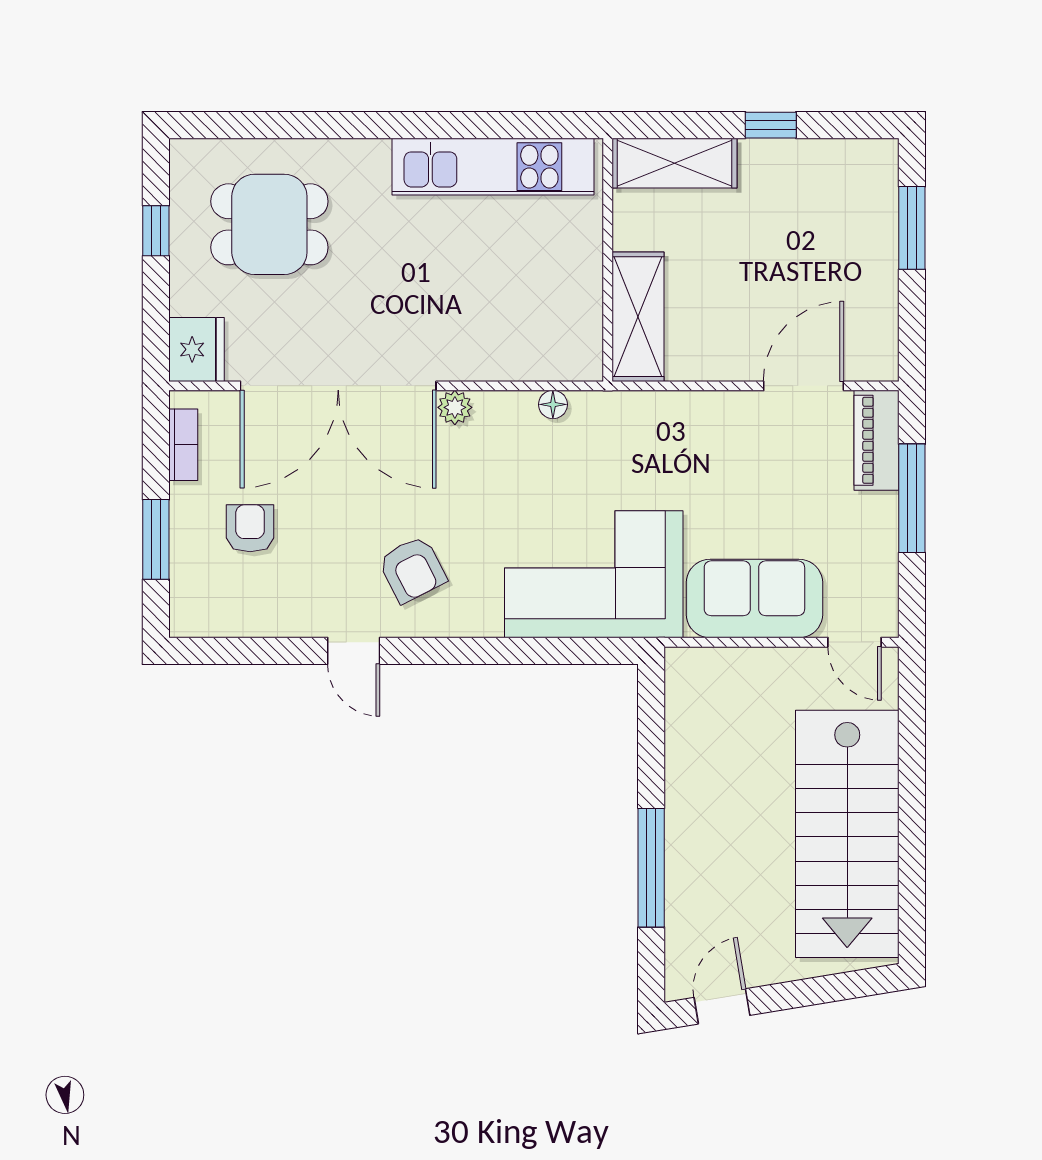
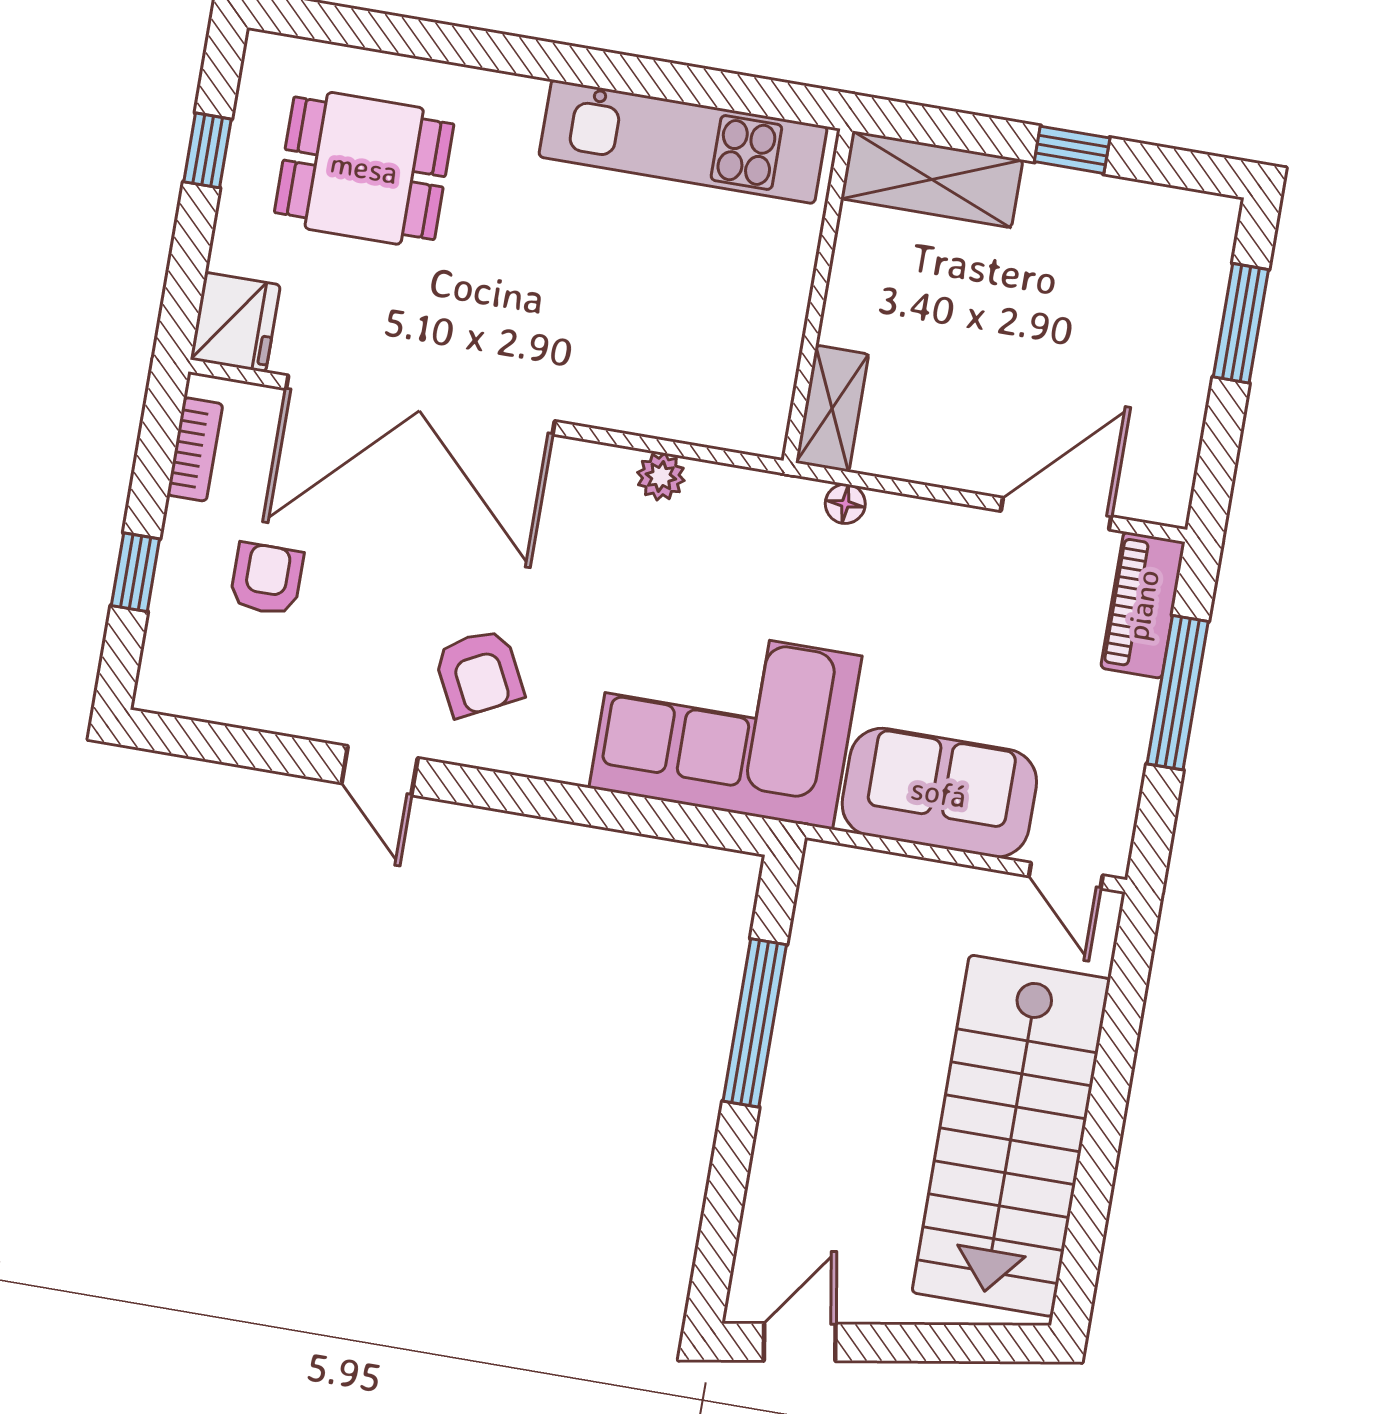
shelving: (638, 317) -> (832, 408), width x0.67, depth x0.75
floor lamp: (553, 404) -> (845, 504), moved
plant: (455, 407) -> (661, 476), moved
window: (156, 539) -> (135, 572), width x0.67
window: (651, 868) -> (755, 1023), moved

